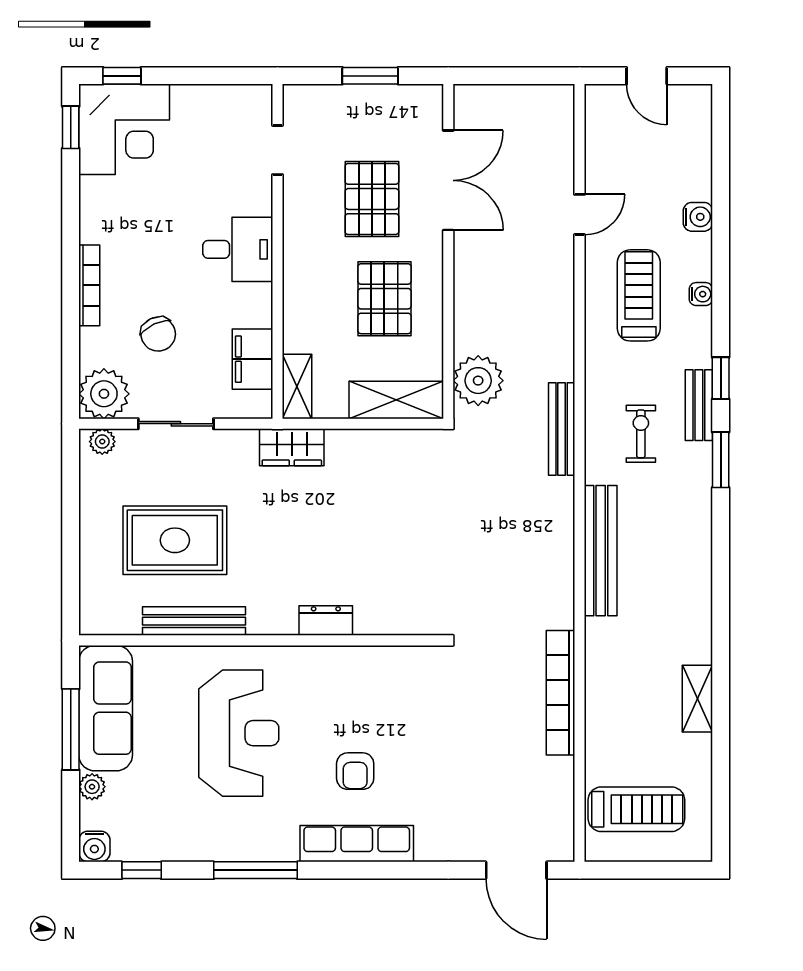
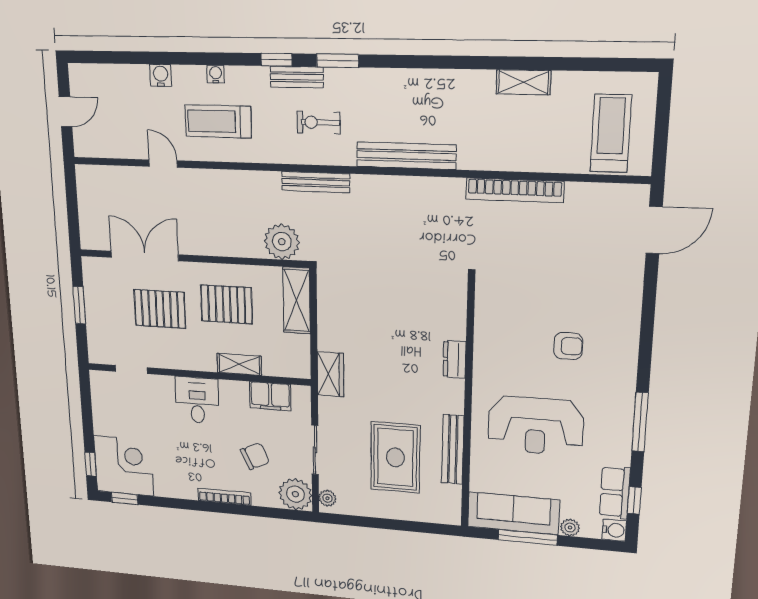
shelving: (297, 386) -> (239, 364), moved
reception desk: (239, 733) -> (536, 426), turned 180
row of seats: (357, 844) -> (615, 492), moved, width x0.68

